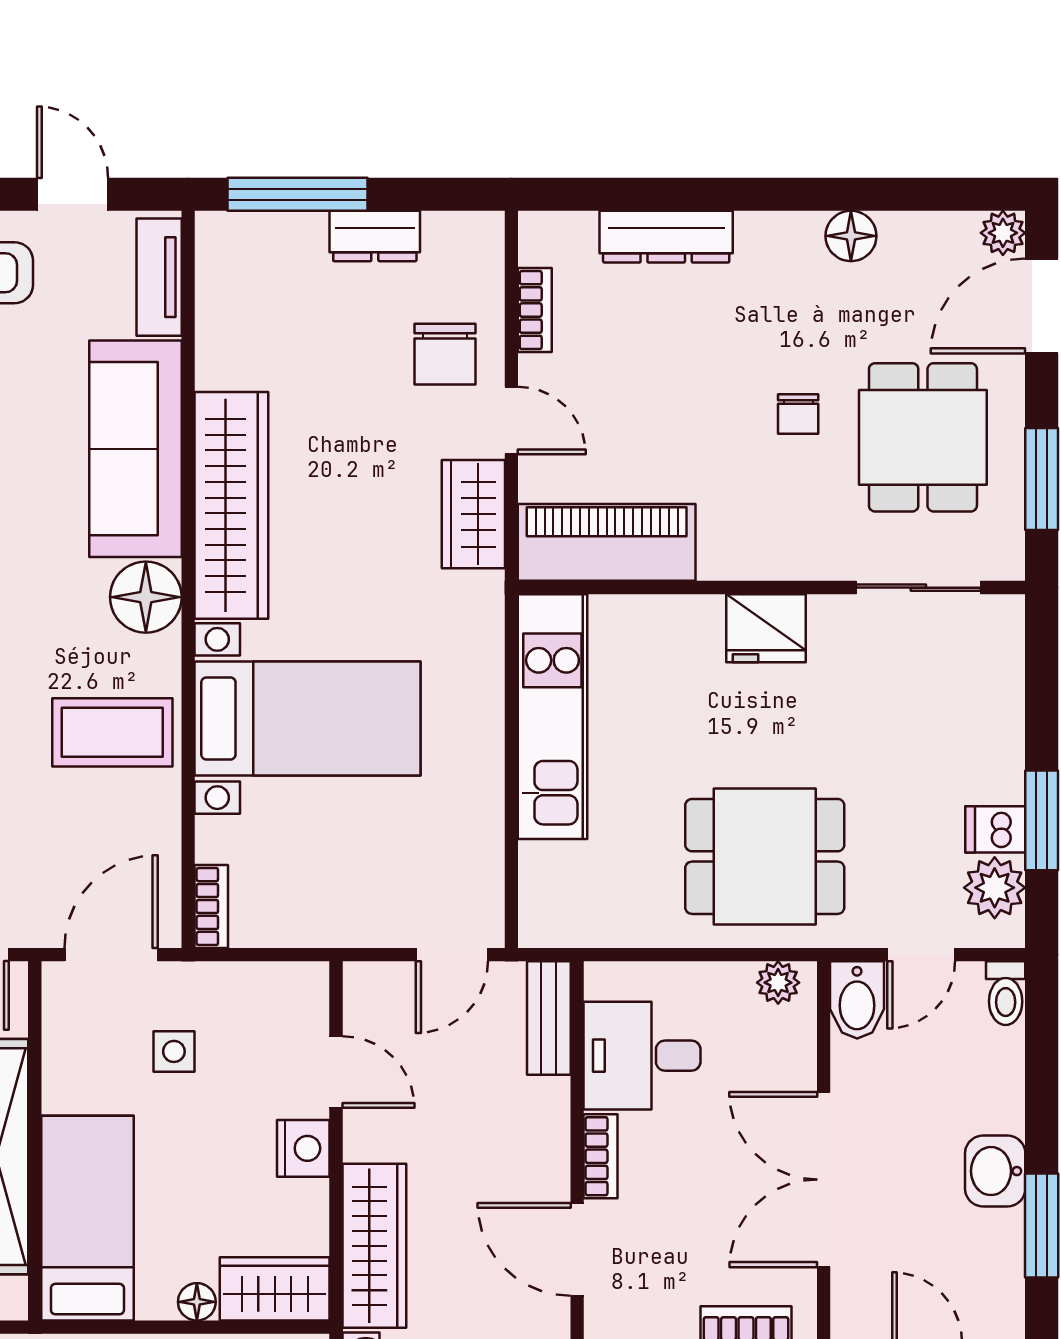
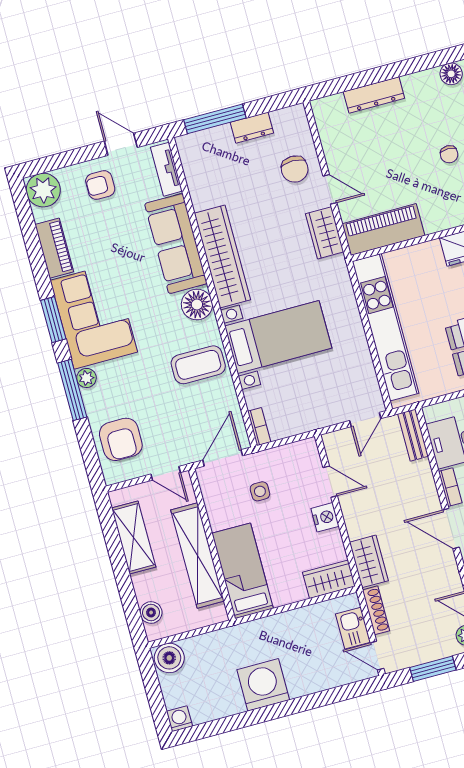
bookcase: (535, 310) -> (327, 141), removed
kitchen unit: (552, 717) -> (386, 327), width x1.36
wardrobe: (374, 1246) -> (369, 561), width x0.67
floor lamp: (197, 1302) -> (298, 594), removed

